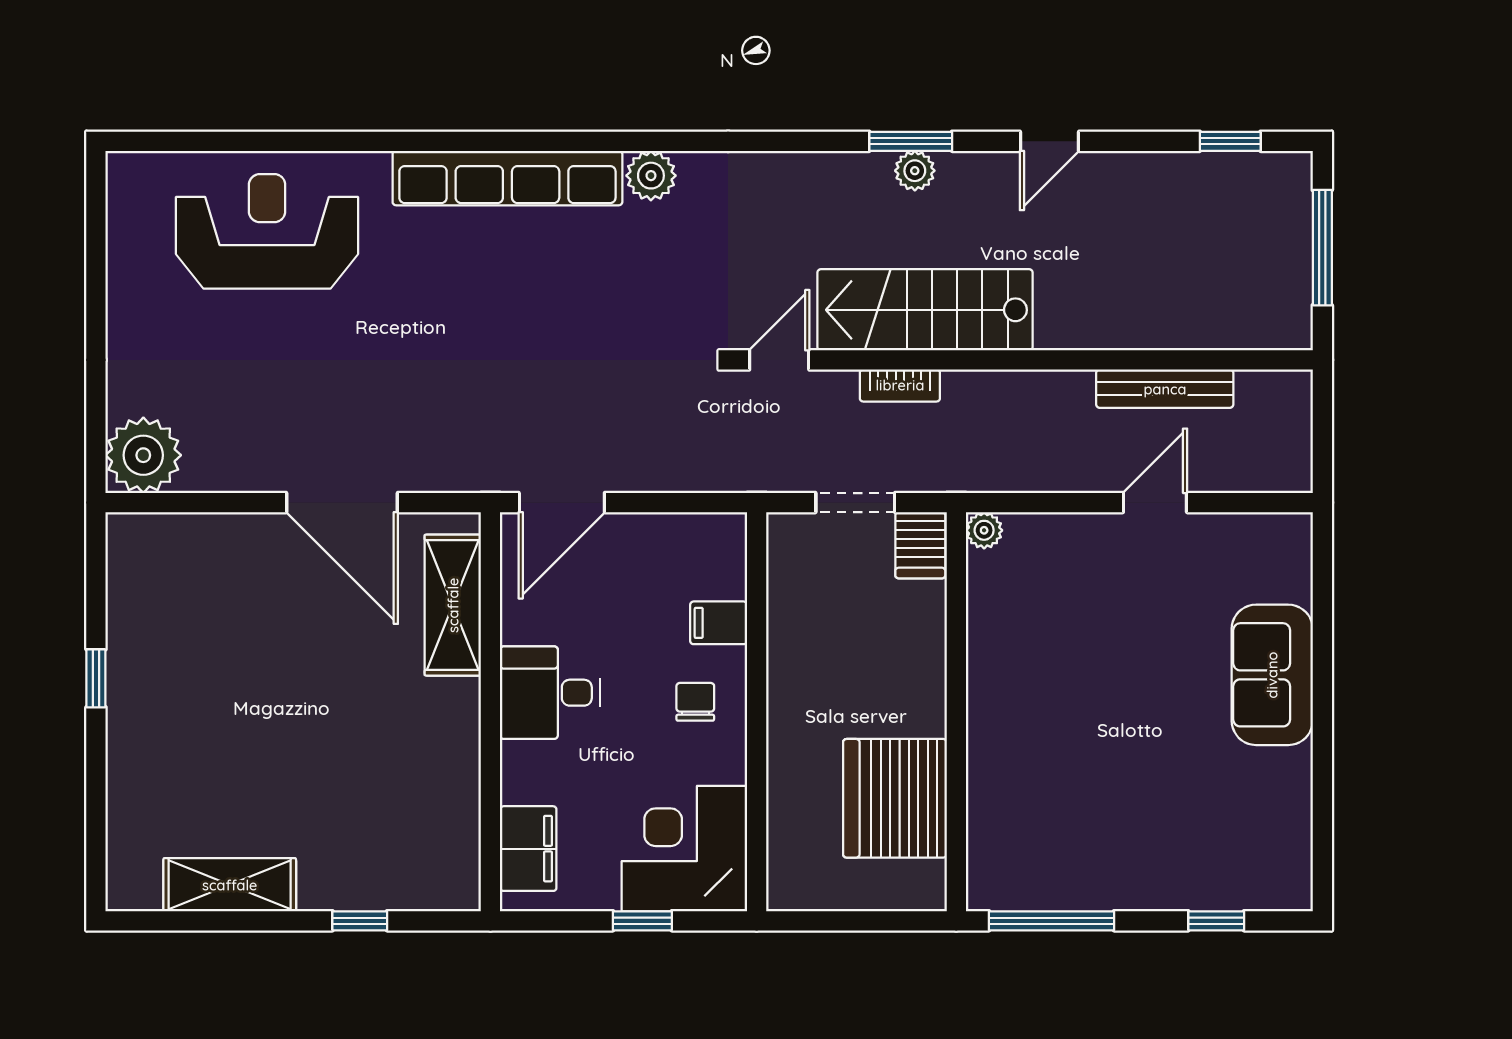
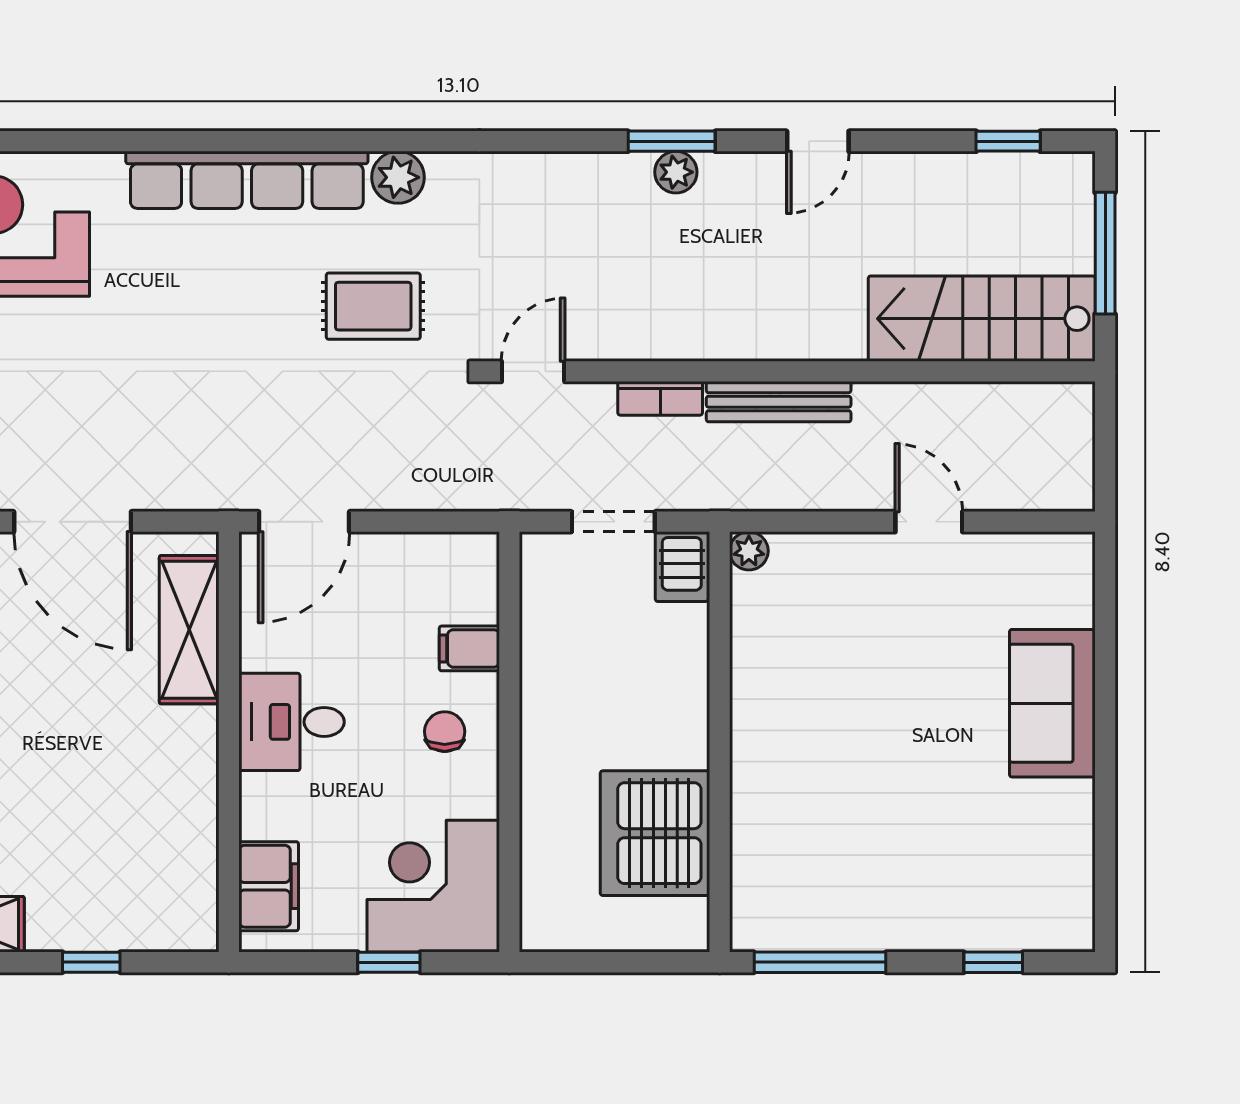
rug: (627, 298) -> (373, 306), added
stairs: (925, 310) -> (982, 319), moved
bench: (1165, 389) -> (779, 402), moved
door: (1155, 503) -> (929, 522), hinge flipped

